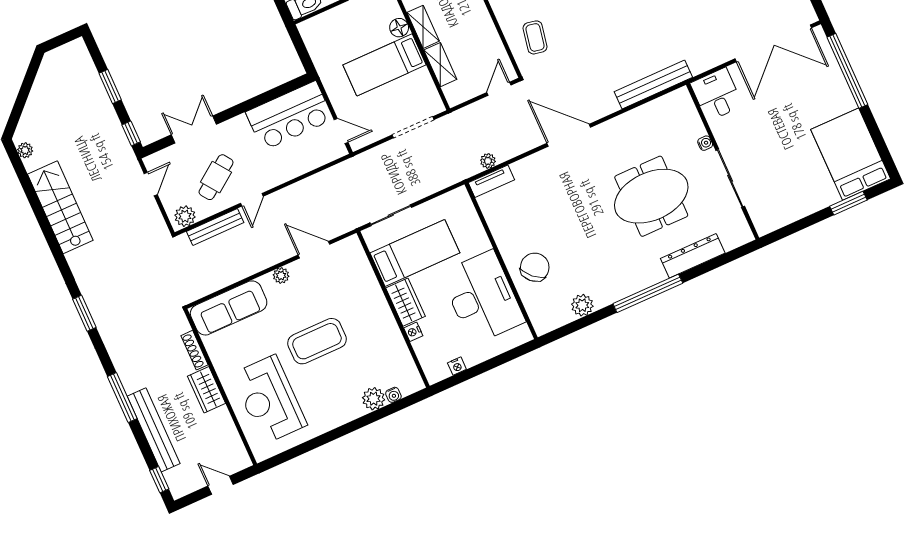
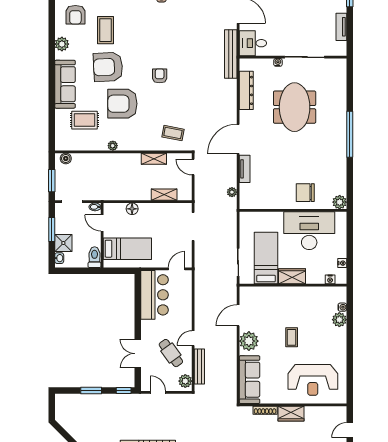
shelving: (423, 27) -> (154, 159), moved
bed: (384, 65) -> (127, 249), moved, turned -90
bench: (653, 84) -> (231, 54), moved
tv unit: (491, 181) -> (245, 169), moved
door: (252, 200) -> (193, 338), swing flipped
tv unit: (797, 212) -> (341, 27), added
dresser: (693, 256) -> (246, 90), moved, turned 180
chair: (535, 267) -> (305, 193), turned -43
plant: (281, 276) -> (249, 341), width x1.87, depth x1.87
plant: (582, 305) -> (340, 202), moved
nightstand: (413, 332) -> (330, 279), moved
coffee table: (317, 341) -> (292, 337), width x0.54, depth x0.58

